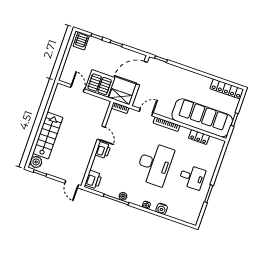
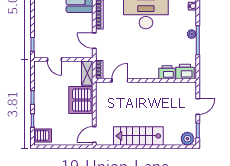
door: (142, 73) -> (54, 59), width x0.53
door: (77, 88) -> (94, 134), moved
door: (101, 133) -> (120, 80), moved
stairs: (48, 136) -> (138, 136), moved
printer: (103, 150) -> (167, 72), moved
door: (72, 184) -> (198, 106), moved

